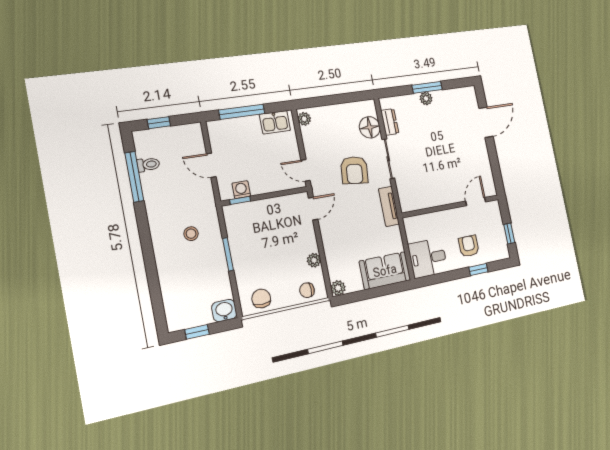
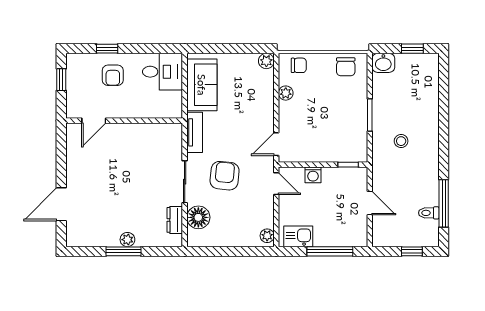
washing machine: (241, 190) -> (313, 175), moved
sofa: (385, 271) -> (202, 85), moved, turned -90

